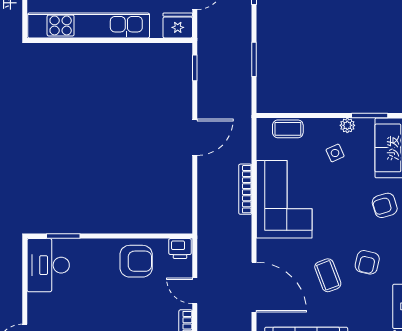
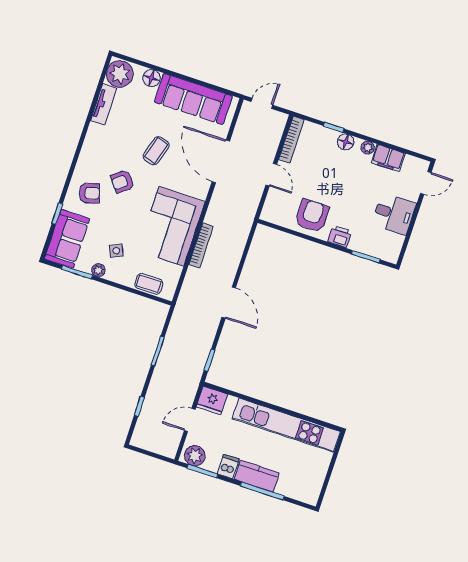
door: (195, 137) -> (229, 303), swing flipped
printer: (180, 249) -> (340, 237), moved
armchair: (136, 261) -> (312, 216), turned 90
armchair: (367, 262) -> (122, 182), moved, turned -141
desk: (48, 265) -> (394, 214), moved, width x0.73
coffee table: (328, 275) -> (156, 151), turned 38

